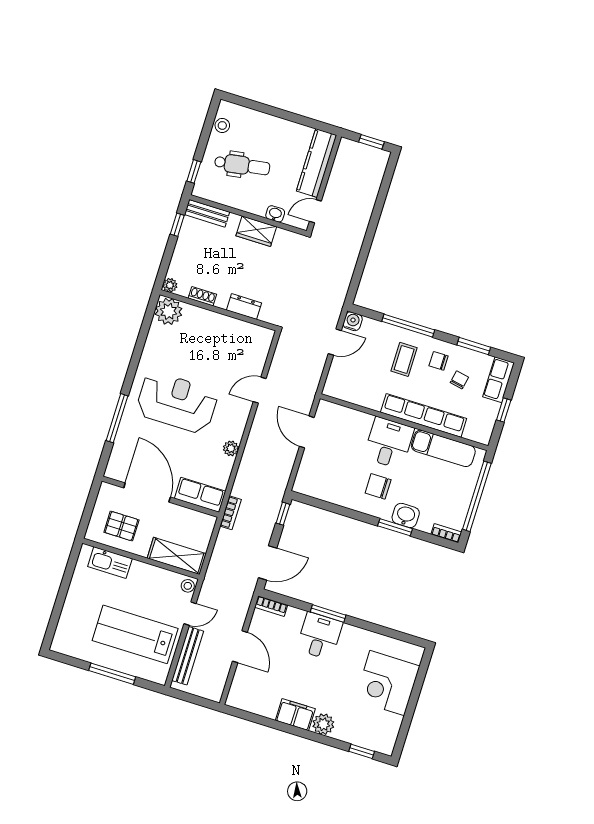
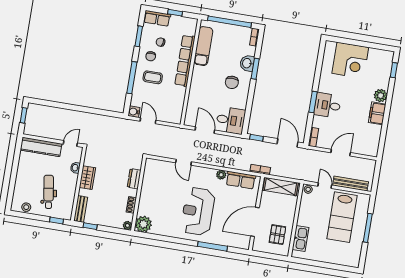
door: (315, 211) -> (70, 144), swing flipped
door: (307, 432) -> (205, 130), swing flipped
desk: (389, 443) -> (231, 120), moved, turned 180
row of seats: (200, 495) -> (241, 180), moved, turned -90
shelving: (177, 556) -> (281, 187), moved, turned 90

